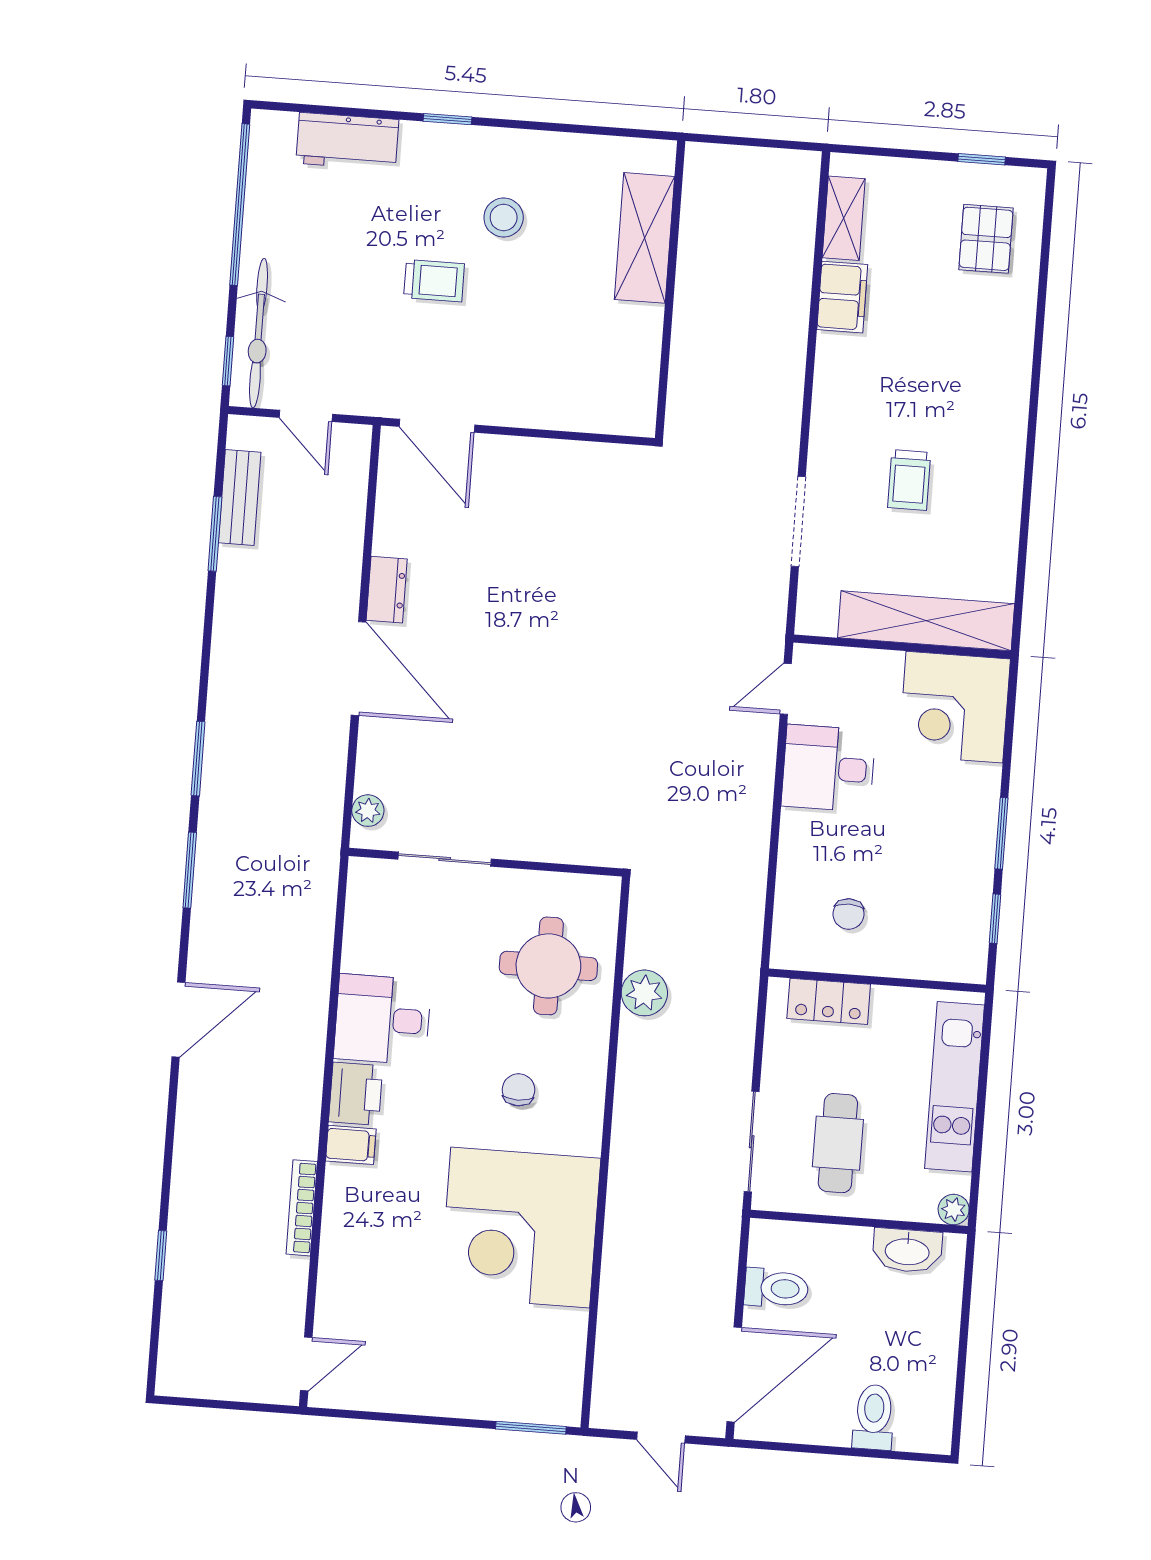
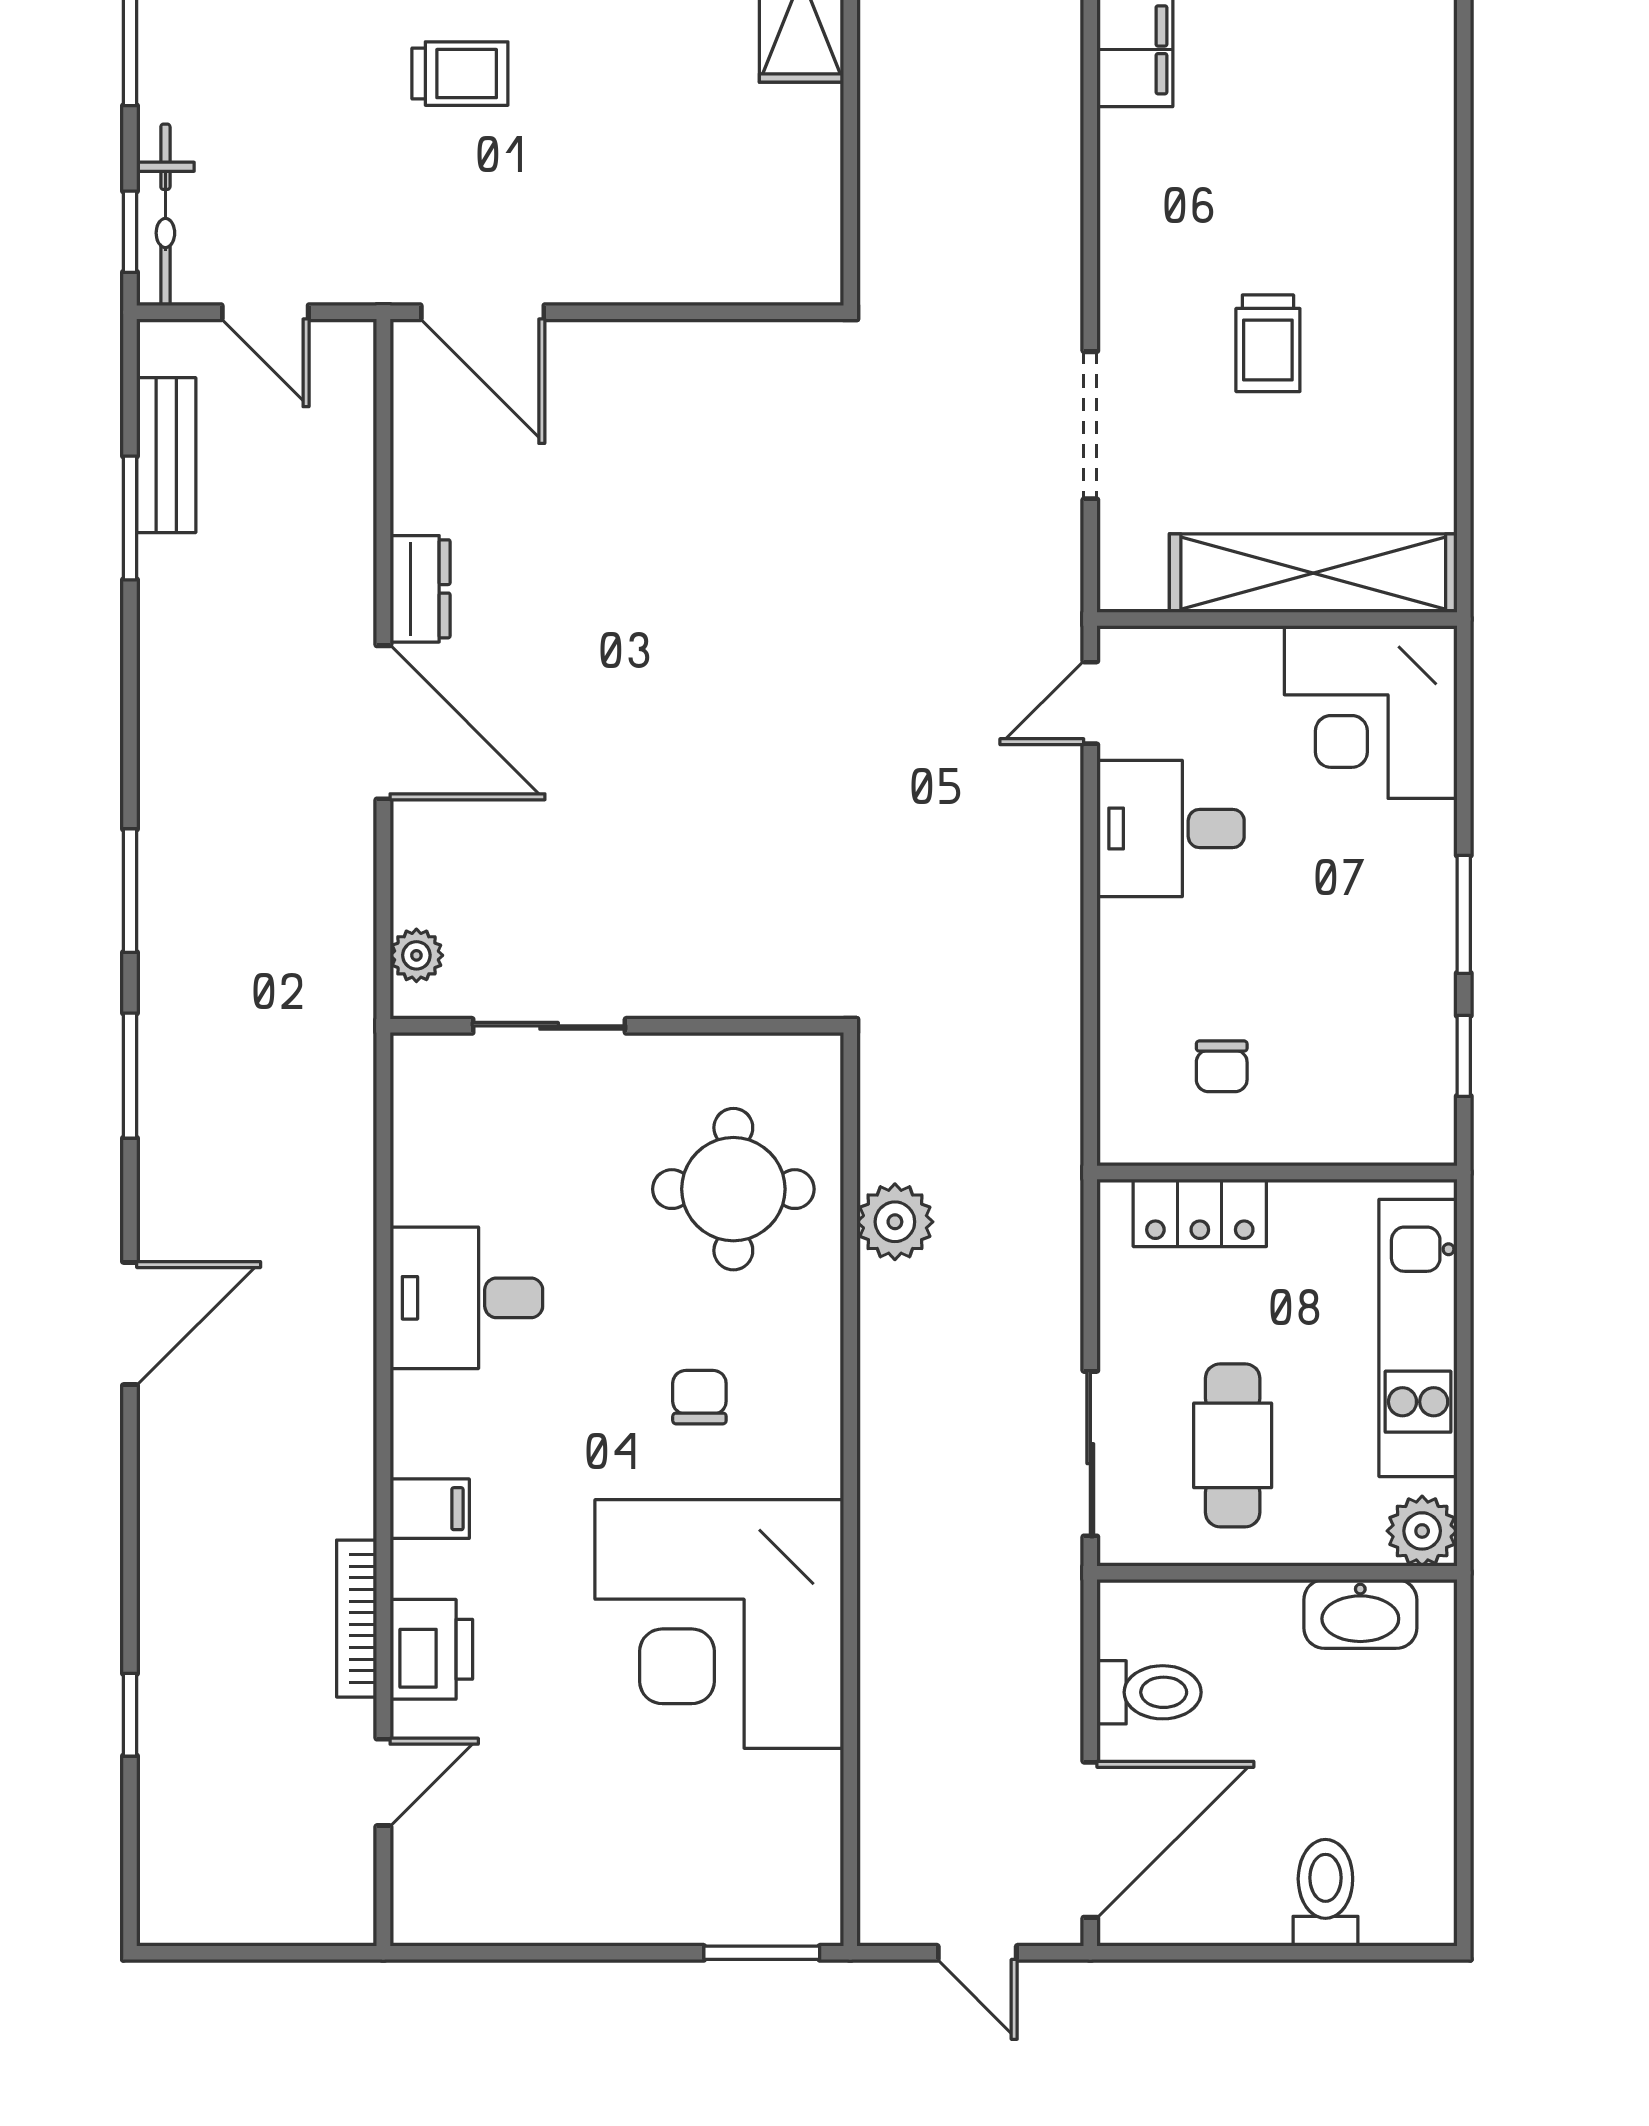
bicycle: (259, 333) -> (165, 215), width x0.73, depth x0.71
printer: (356, 1094) -> (431, 1649), moved
plant: (954, 1210) -> (1422, 1531), width x1.38, depth x1.38
door: (306, 1364) -> (383, 1782), moved

